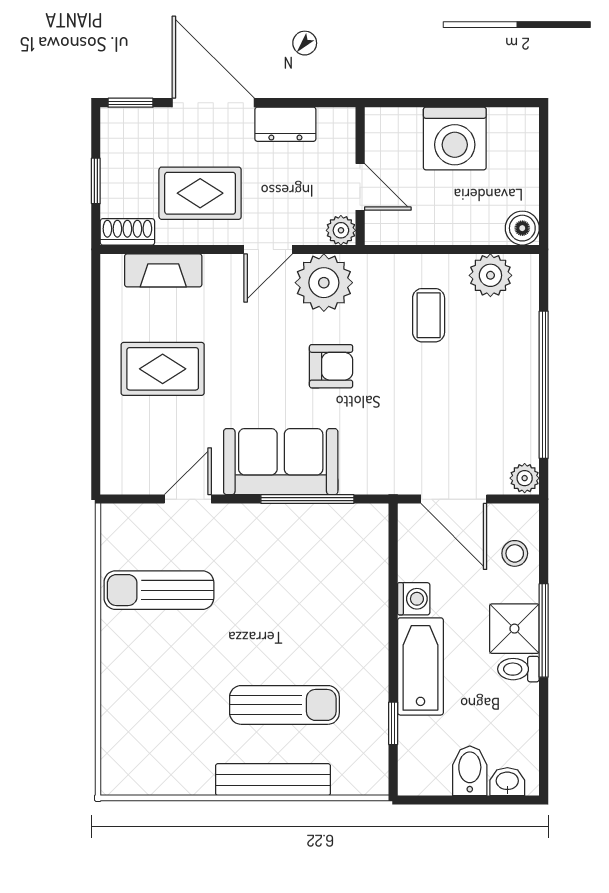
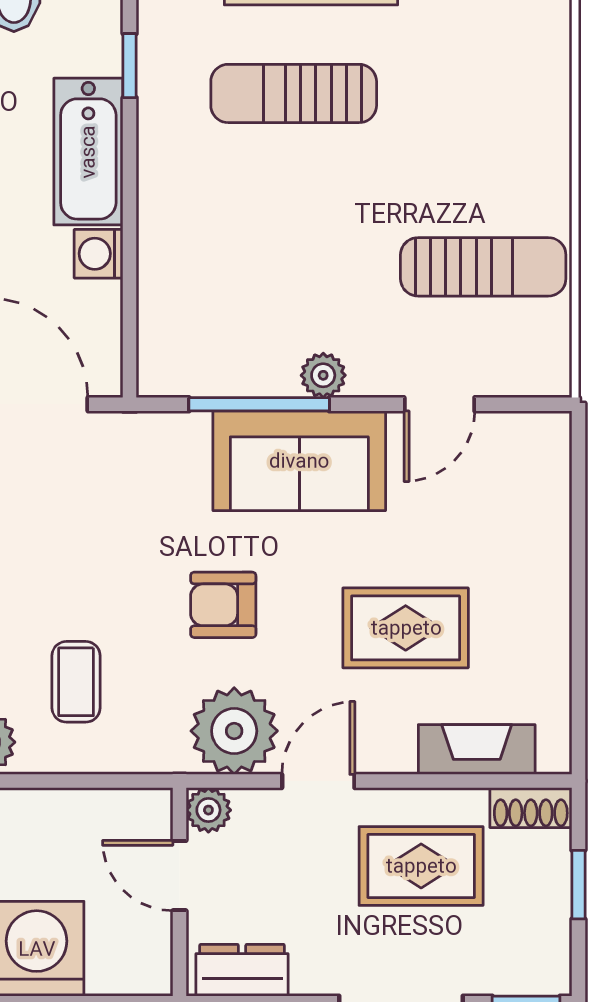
dresser: (285, 124) -> (242, 970), moved
rug: (163, 369) -> (406, 628), moved
plant: (265, 518) -> (323, 375), added

